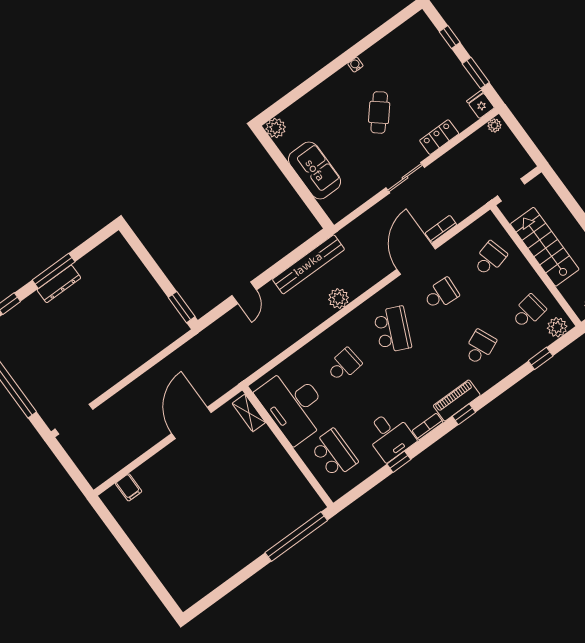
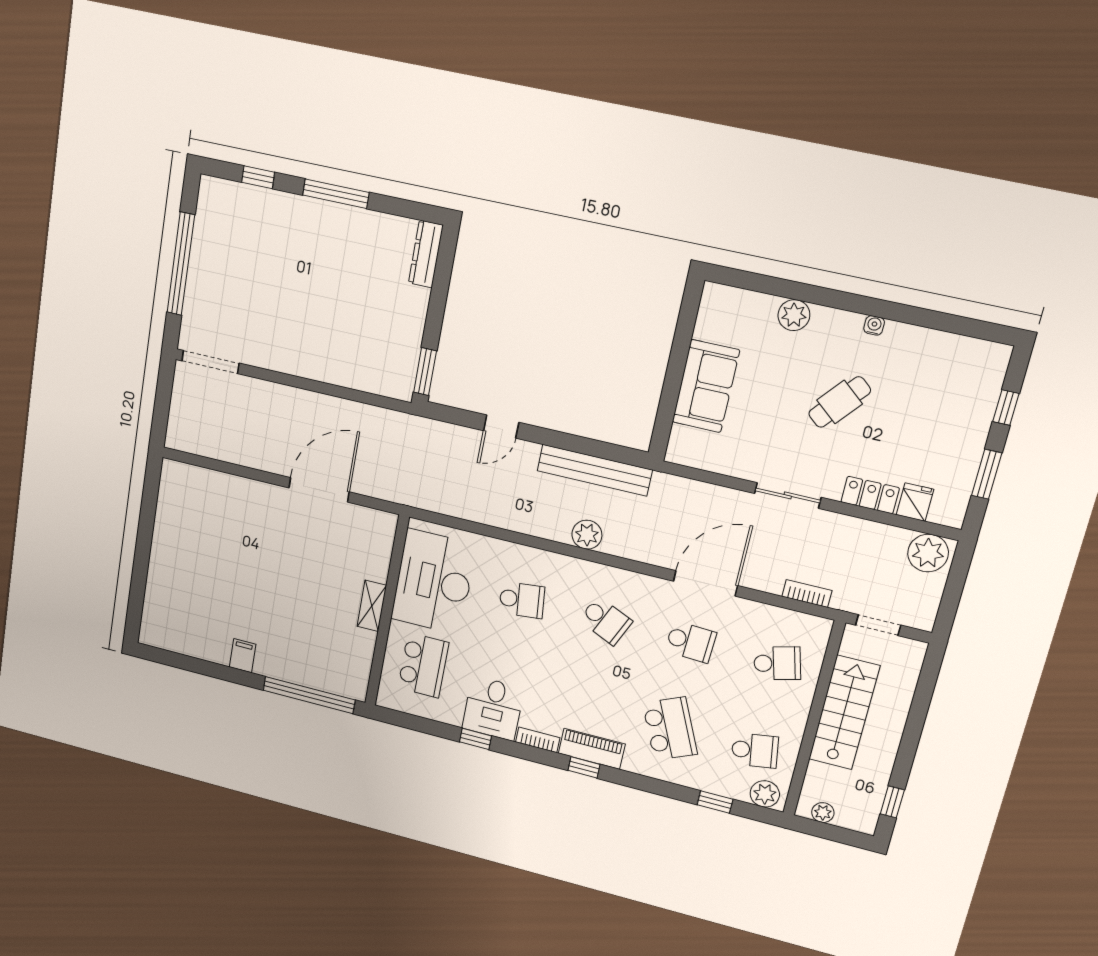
fridge: (480, 104) -> (915, 502), moved
plant: (494, 125) -> (928, 553), width x1.88, depth x1.88
plant: (276, 128) -> (794, 315), moved
bookcase: (441, 229) -> (807, 593), moved
dresser: (59, 284) -> (426, 254), moved, turned 90
school desk: (392, 330) -> (606, 621), width x0.54
school desk: (480, 347) -> (670, 729), width x1.85
shelving: (249, 413) -> (372, 606), moved
filing cabinet: (129, 487) -> (243, 656), moved, turned 180

